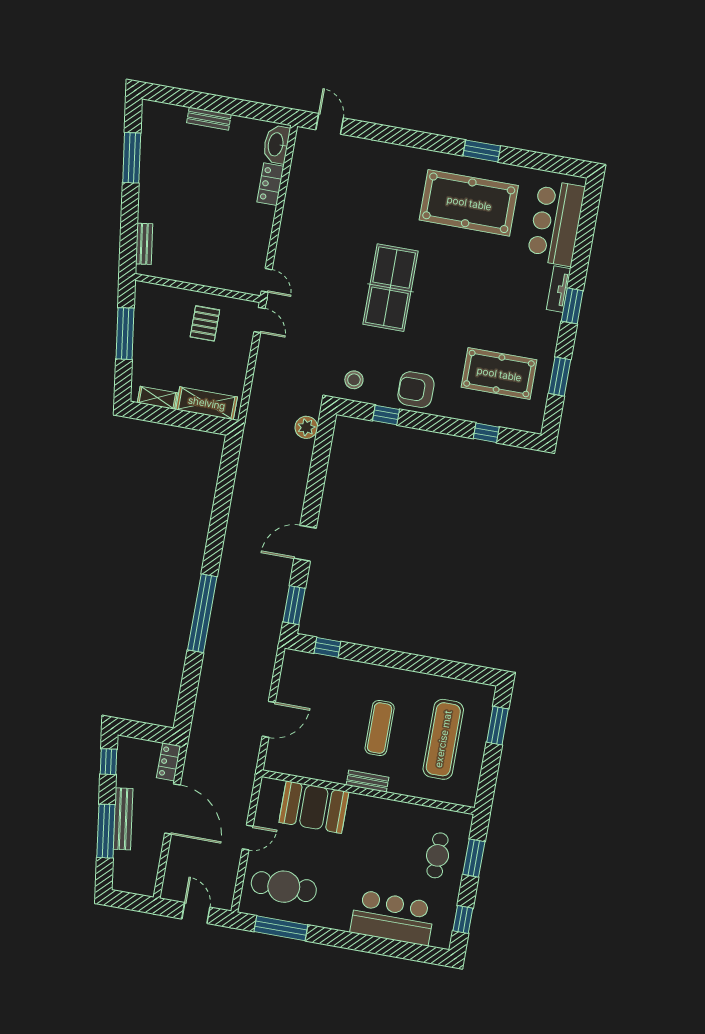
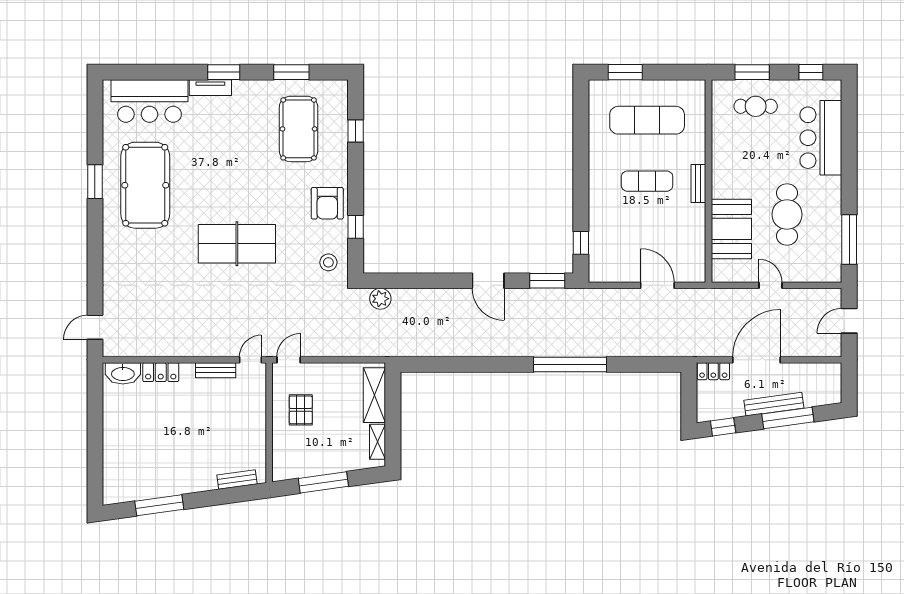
bench: (209, 119) -> (216, 370), moved, turned 90
pallet: (205, 323) -> (301, 410), turned 90
cafe table: (284, 887) -> (787, 214), moved

